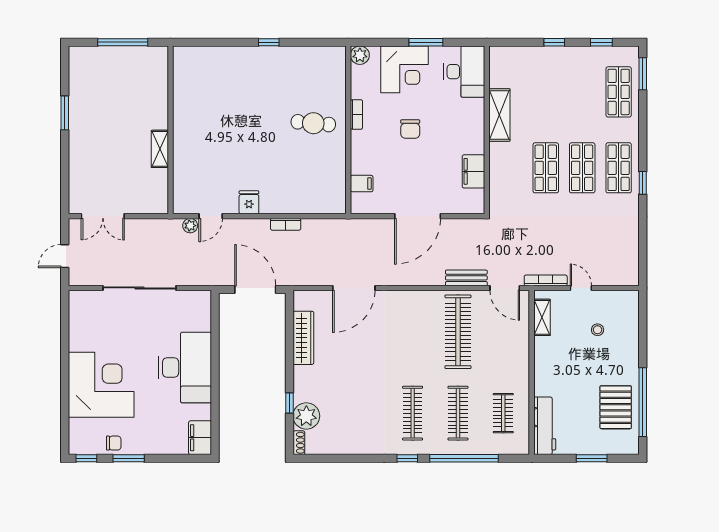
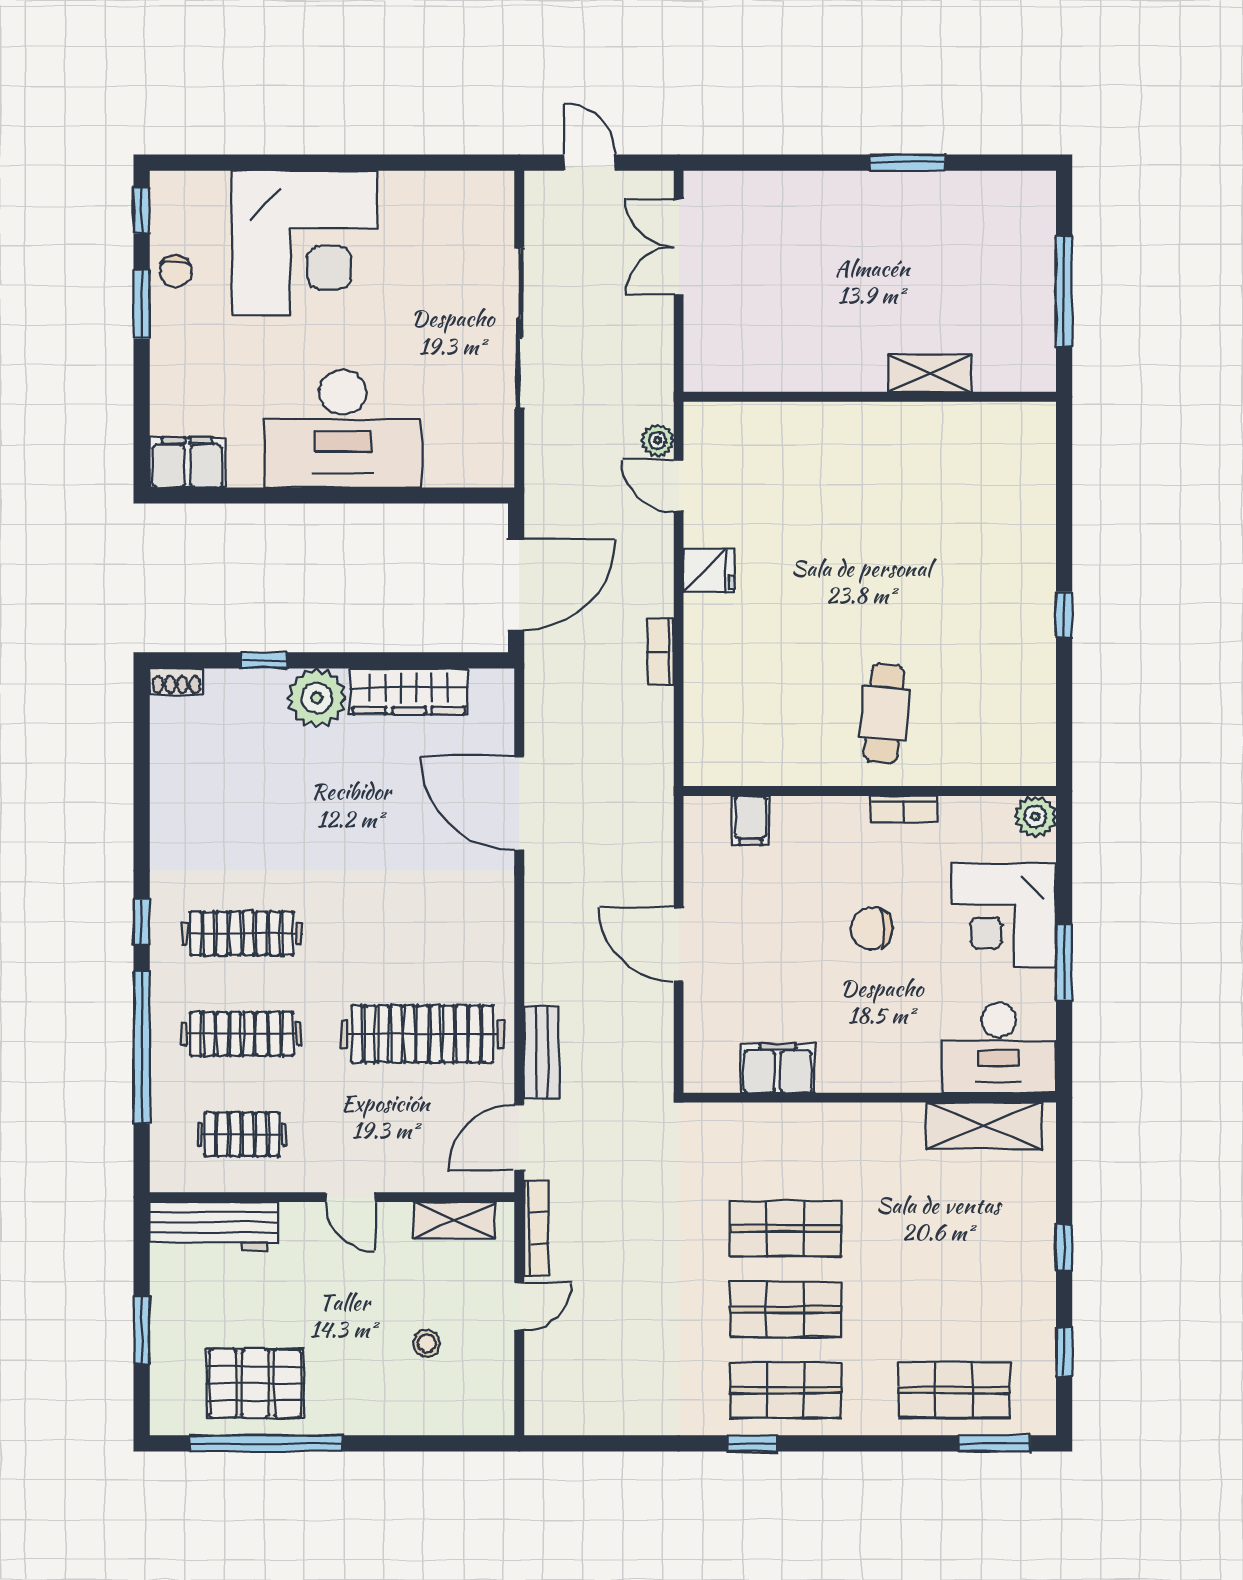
shelving: (499, 115) -> (984, 1126), moved
shelving: (160, 149) -> (930, 373), moved
door: (418, 216) -> (679, 944), width x0.73
door: (532, 364) -> (350, 1197), added
plant: (306, 416) -> (317, 698), moved

